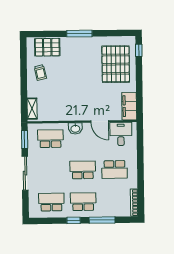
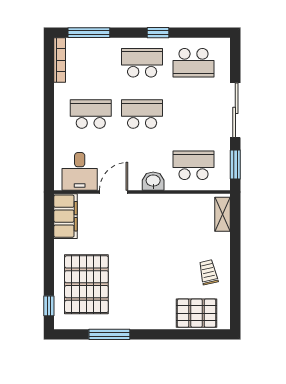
window: (79, 34) -> (109, 334), moved
door: (100, 121) -> (114, 192), hinge flipped
school desk: (50, 139) -> (193, 165), turned 180
school desk: (83, 170) -> (142, 114), turned 180
school desk: (83, 202) -> (142, 63), turned 180
window: (102, 220) -> (89, 33), moved

